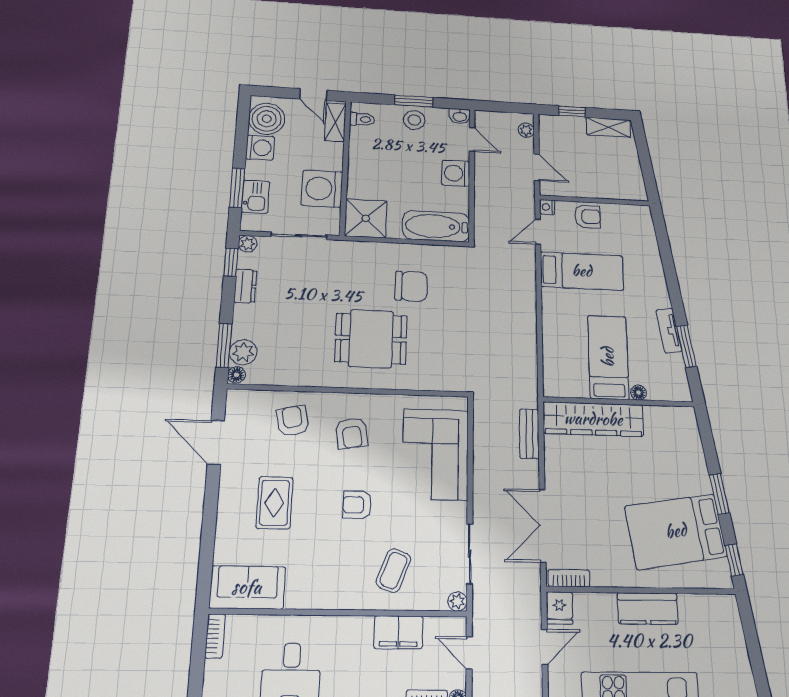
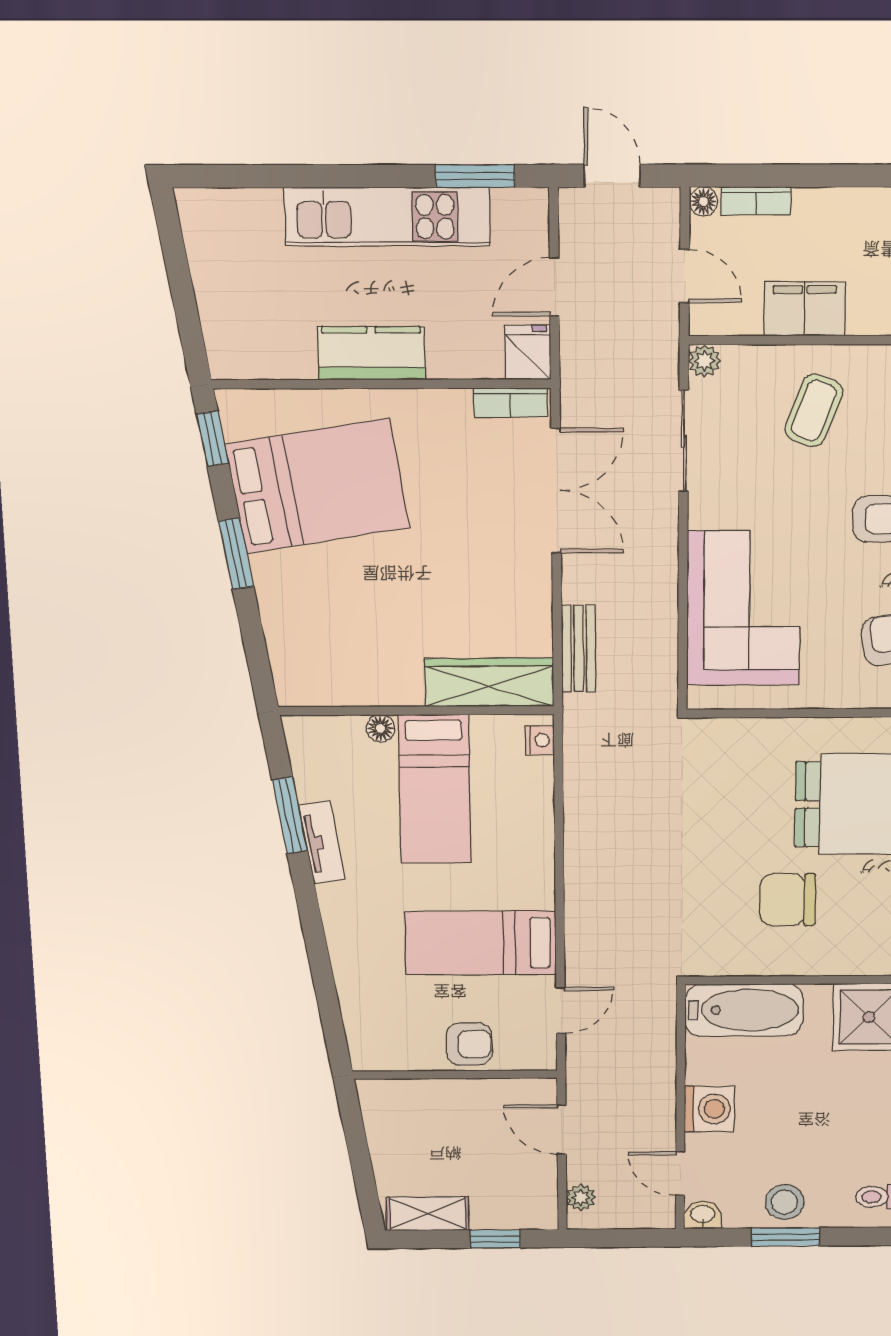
nightstand: (547, 207) -> (540, 740), moved
armchair: (587, 216) -> (469, 1044), turned 180
wardrobe: (593, 419) -> (489, 682), width x0.71, depth x0.85

